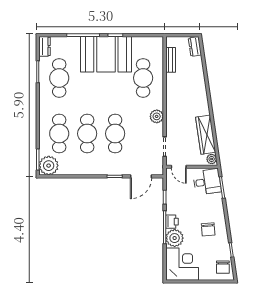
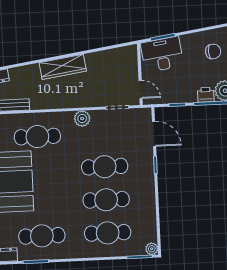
wardrobe: (206, 135) -> (63, 67), moved
plant: (212, 159) -> (130, 51), removed
plant: (49, 166) -> (152, 249), width x0.53, depth x0.53
door: (179, 167) -> (141, 89), hinge flipped
desk: (207, 182) -> (162, 54), width x1.37

